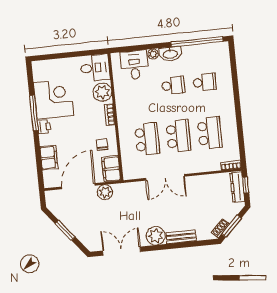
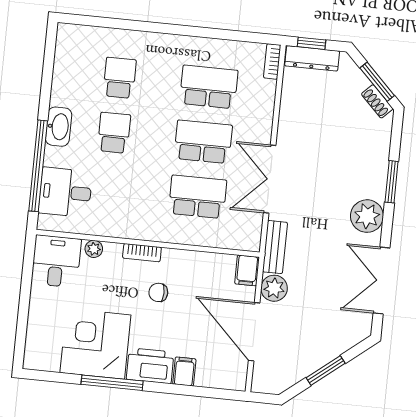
window: (197, 42) -> (38, 166), moved
plant: (153, 54) -> (53, 156), removed
plant: (102, 92) -> (94, 249), width x0.53, depth x0.53
printer: (44, 127) -> (150, 366), width x1.87, depth x1.48
chair: (102, 145) -> (158, 292), moved
filing cabinet: (49, 158) -> (184, 372), width x0.50
filing cabinet: (111, 169) -> (247, 270), width x0.50
double door: (165, 177) -> (270, 179), swing flipped
bench: (181, 237) -> (275, 247), moved
window: (178, 246) -> (392, 182), added

